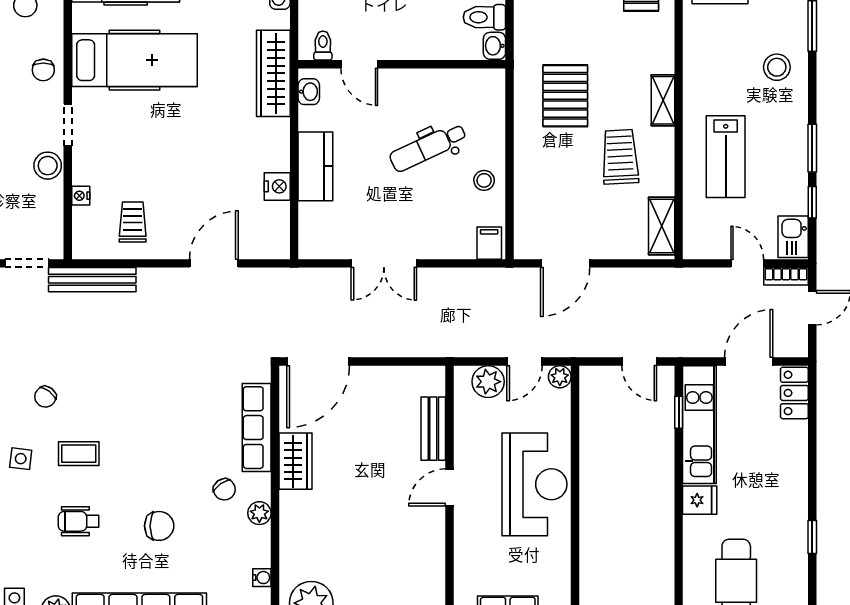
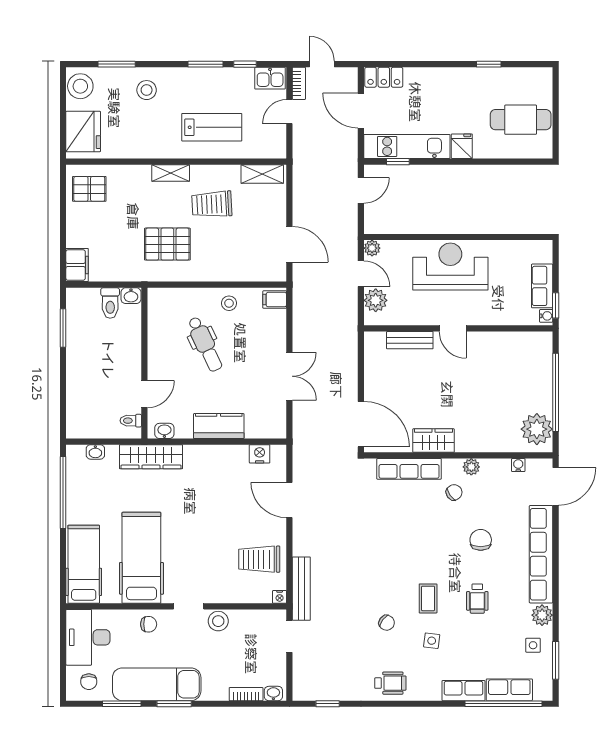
nightstand: (277, 186) -> (260, 454), moved
nightstand: (81, 196) -> (280, 597), moved
trolley: (133, 222) -> (259, 559), width x1.36, depth x1.39

